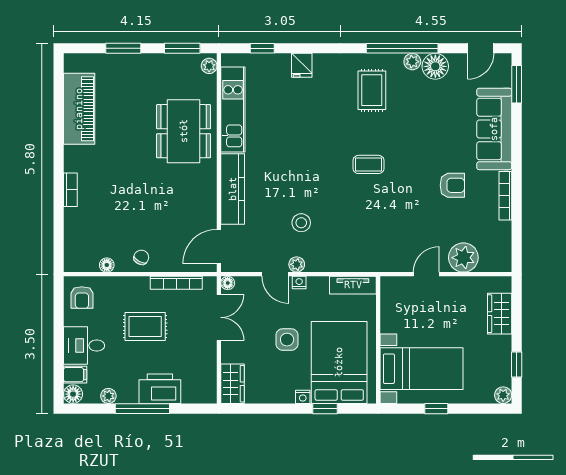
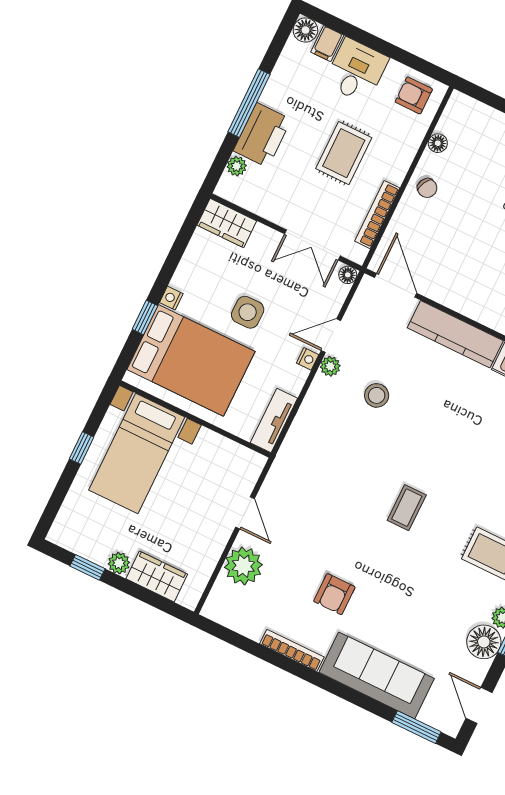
plant: (503, 395) -> (119, 563), moved
plant: (108, 396) -> (237, 166), moved

